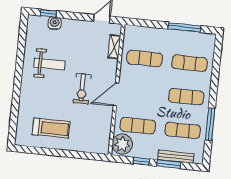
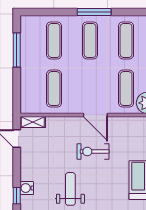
shelving: (114, 47) -> (33, 122), moved
exercise bike: (82, 89) -> (93, 152), turned 180
window: (210, 124) -> (94, 12), moved

